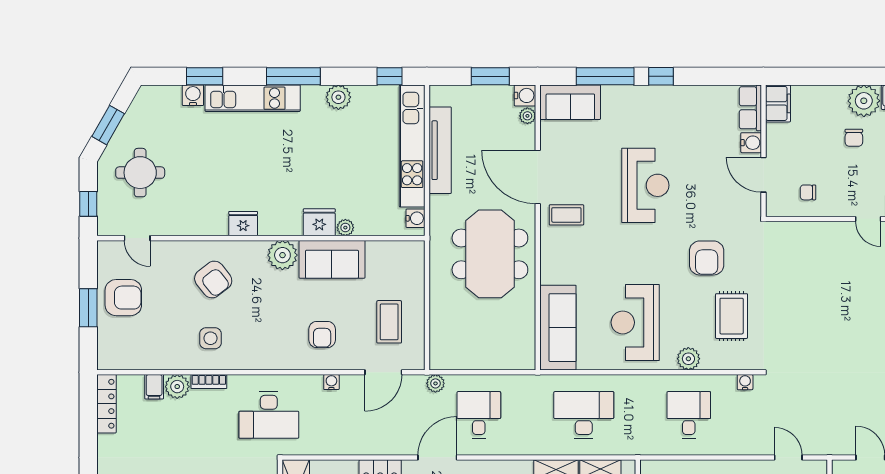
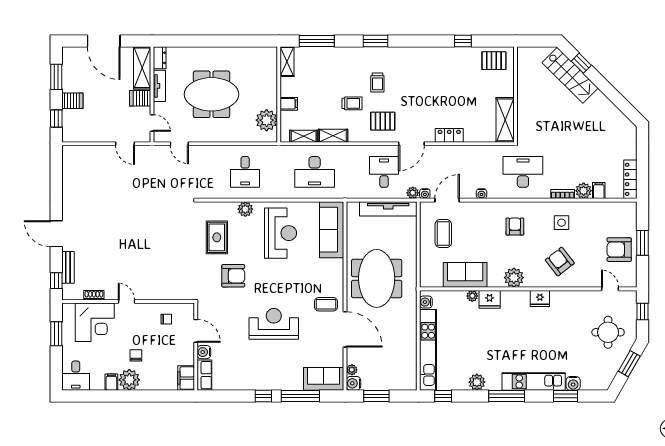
tv unit: (440, 150) -> (388, 209), moved, turned -90
reception desk: (645, 185) -> (274, 324), turned 90
armchair: (707, 258) -> (233, 276), turned 90
sofa: (332, 259) -> (465, 275), moved
armchair: (322, 335) -> (515, 227), moved
water cooler: (745, 382) -> (425, 194), moved
desk: (479, 415) -> (384, 172), turned 180

